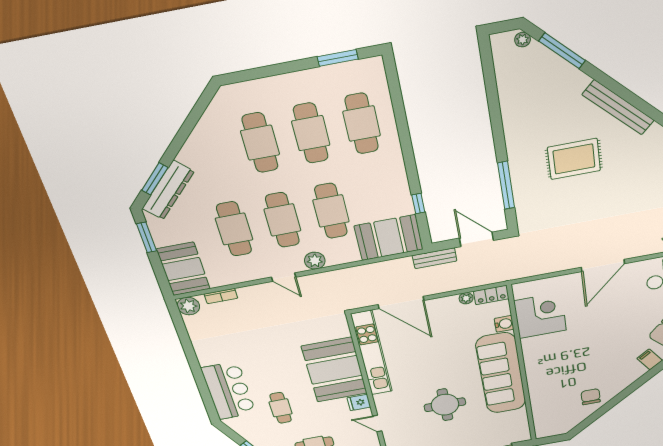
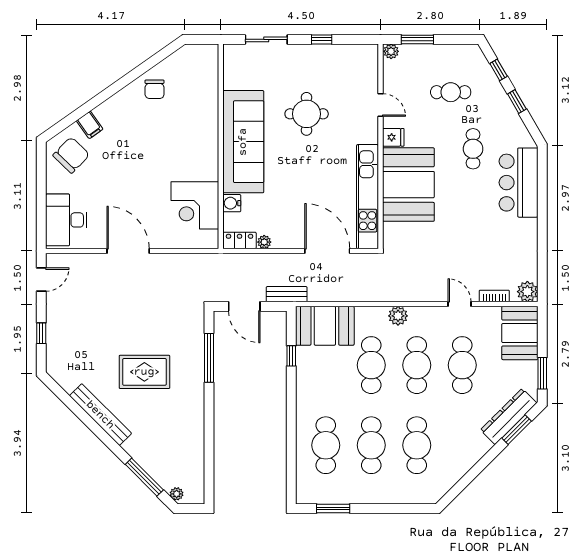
door: (603, 265) -> (128, 251), hinge flipped
door: (284, 277) -> (460, 304), moved

